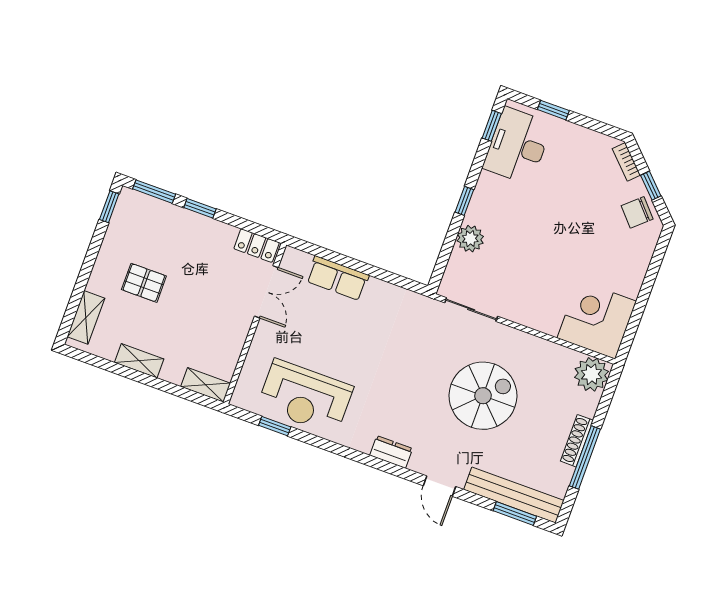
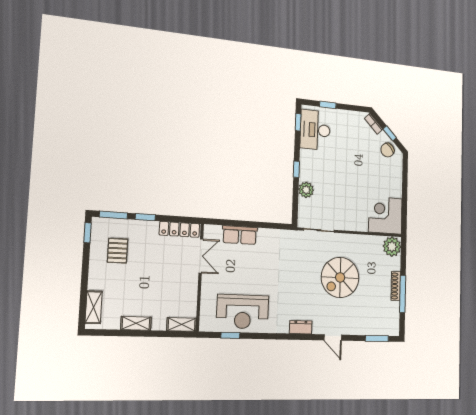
locker: (257, 246) -> (179, 229), width x1.53
pallet: (144, 283) -> (118, 251), moved, turned 90
spiral stairs: (483, 396) -> (340, 277), turned 180
bench: (514, 495) -> (373, 328), removed

